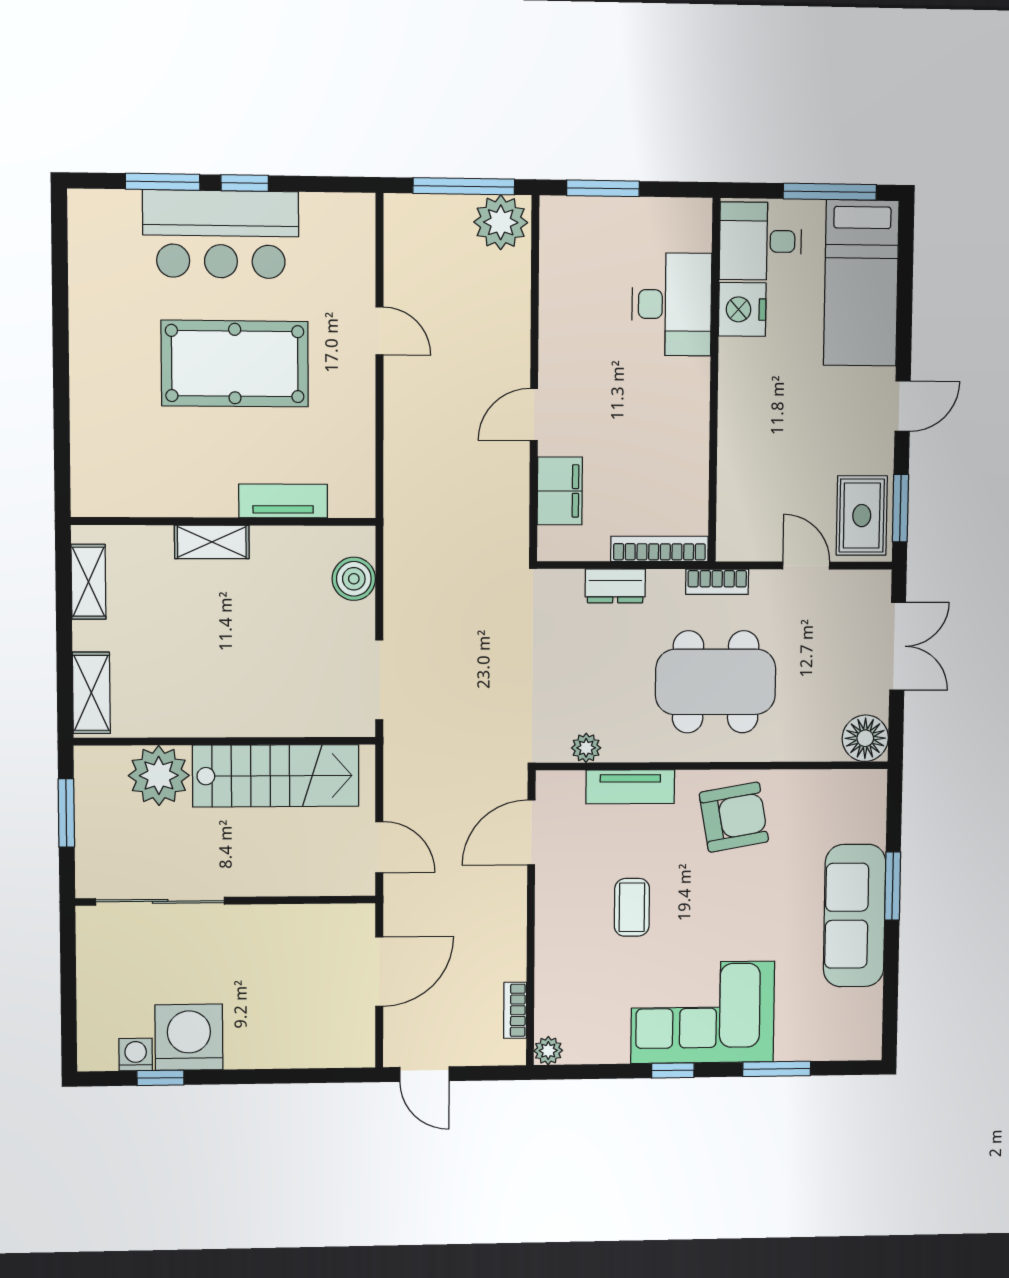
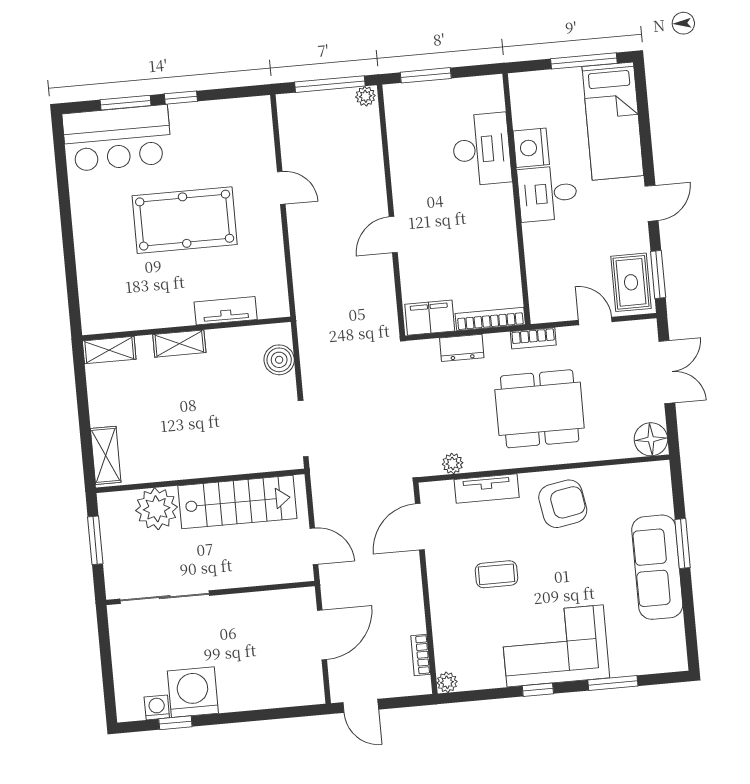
plant: (501, 222) -> (365, 96), width x0.53, depth x0.53
bar counter: (221, 234) -> (117, 138), moved
desk: (761, 241) -> (547, 194), moved
filing cabinet: (560, 491) -> (430, 318), moved, turned -90
shelving: (88, 582) -> (109, 350), moved, turned 90
coffee table: (632, 907) -> (497, 574), turned 90

